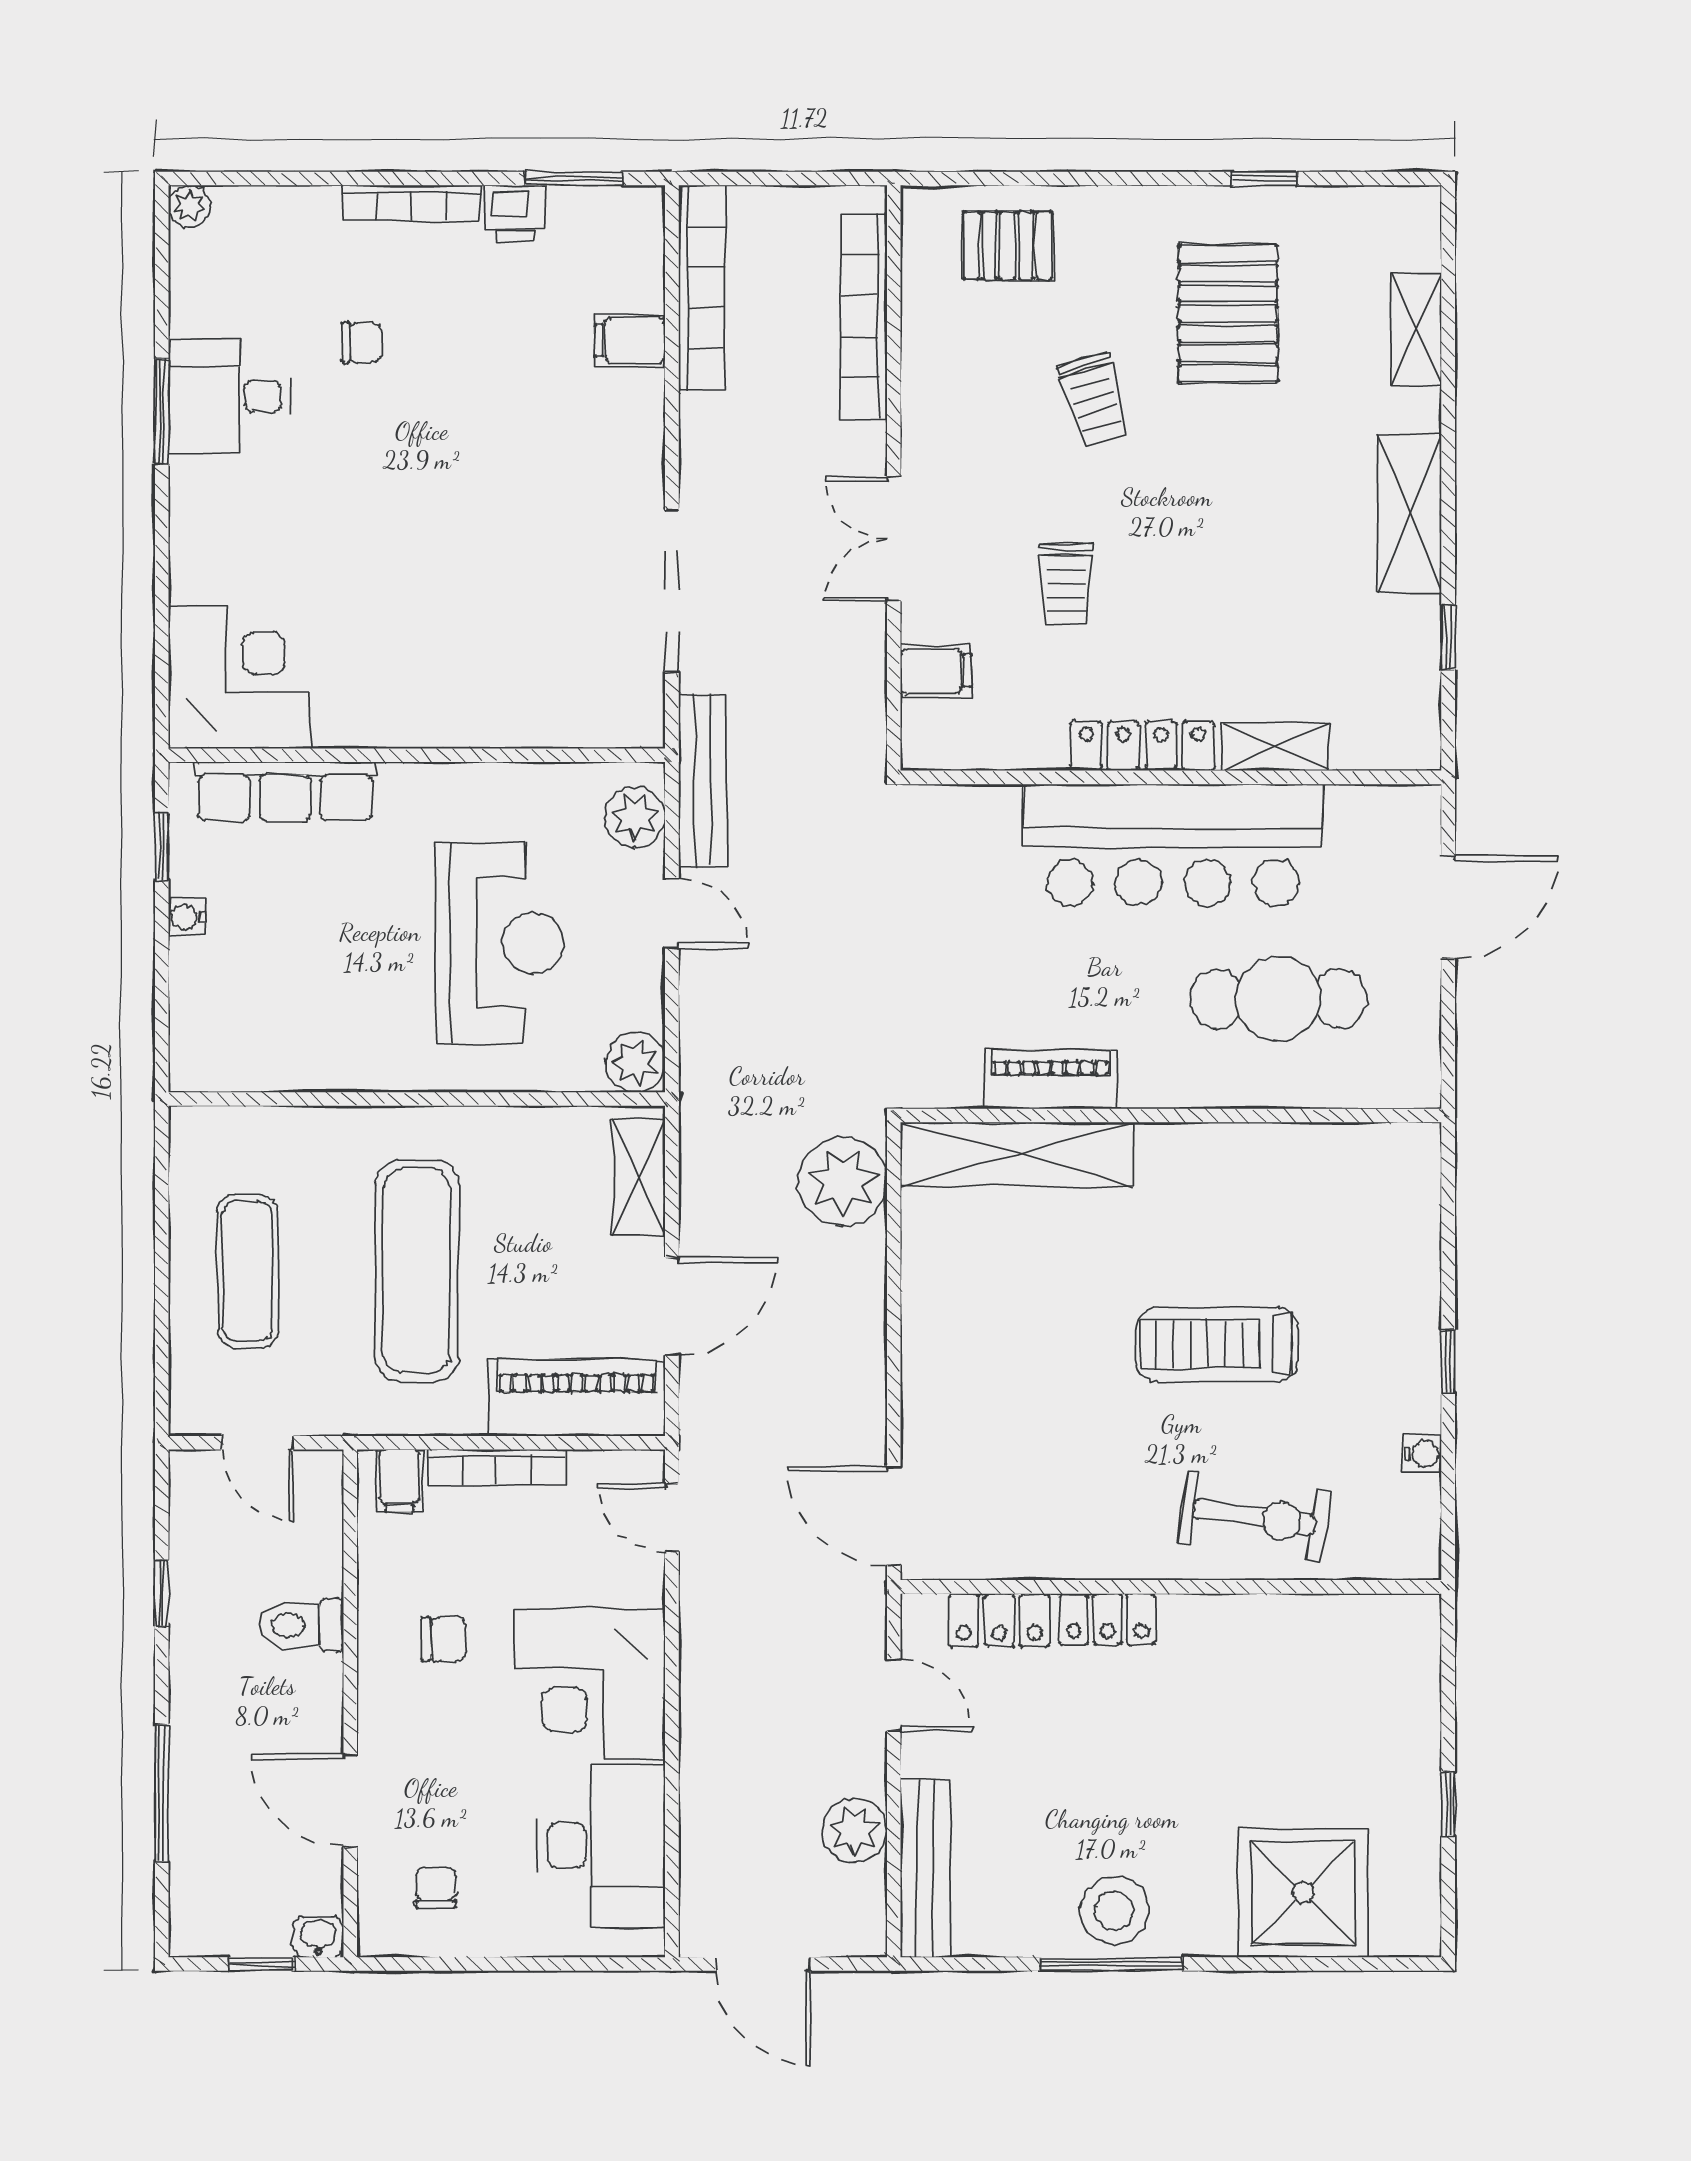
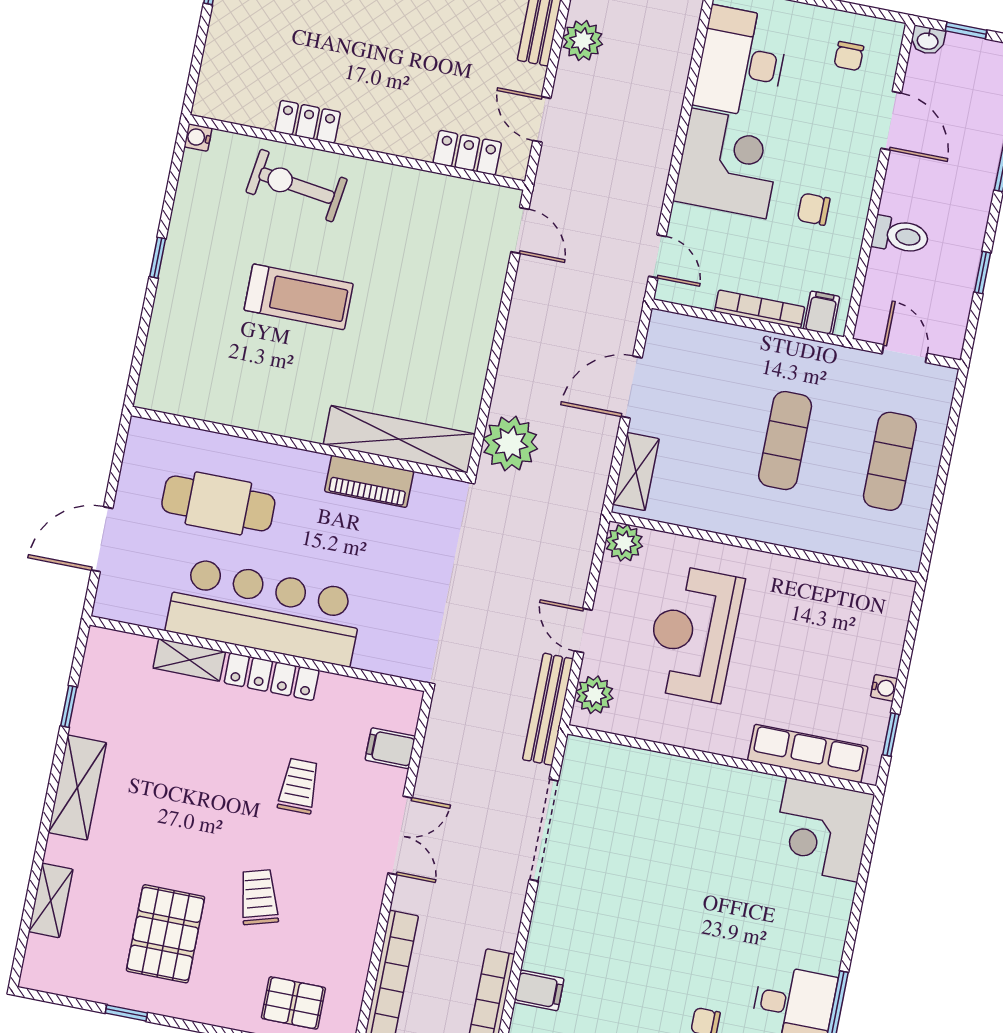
exercise mat: (417, 1271) -> (785, 441), width x0.73, depth x0.69
piano: (577, 1398) -> (701, 342), removed
water cooler: (1422, 1454) -> (198, 137), moved
door: (894, 1516) -> (520, 231), width x0.73
locker: (1108, 1619) -> (308, 122), moved

